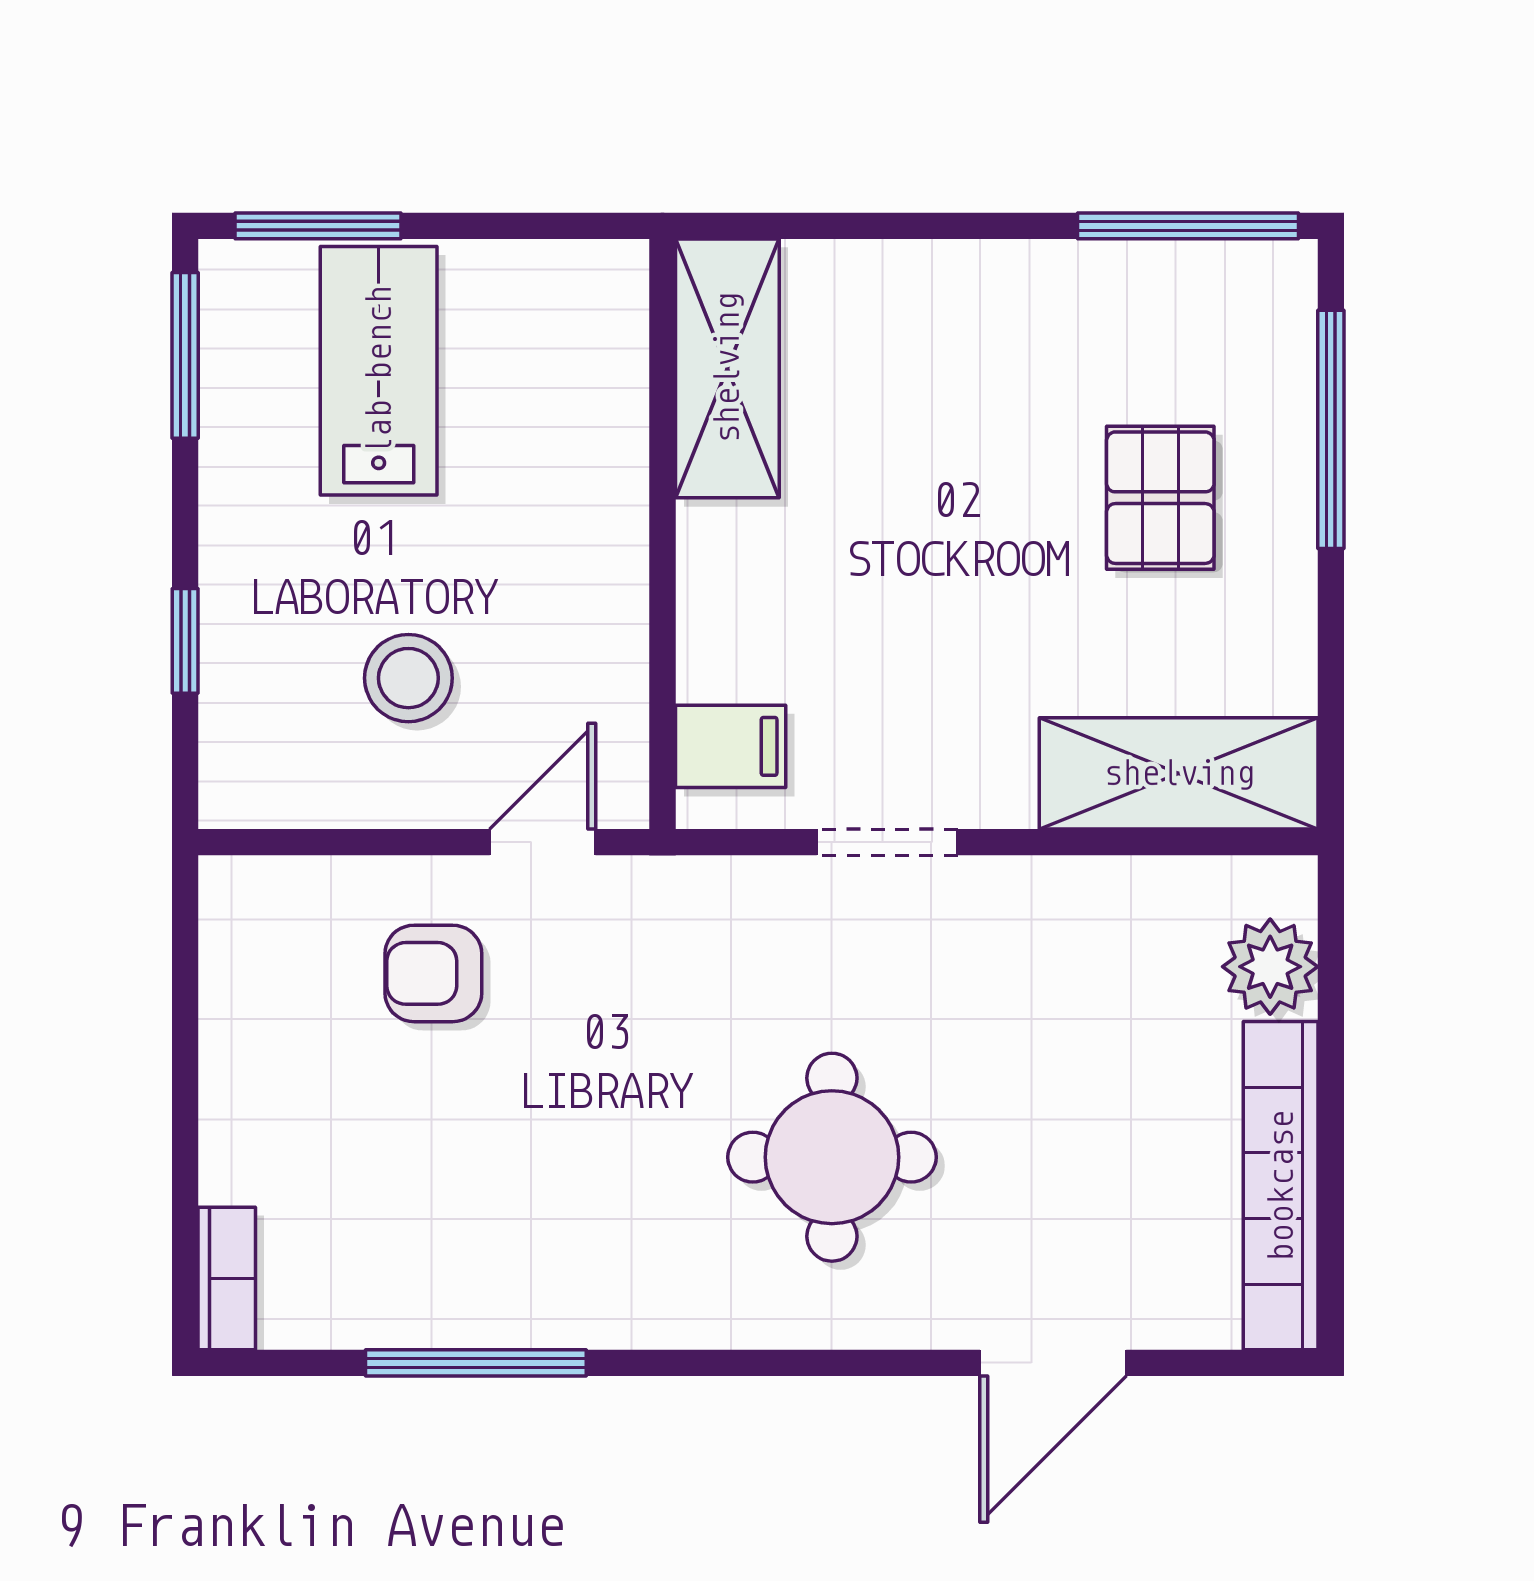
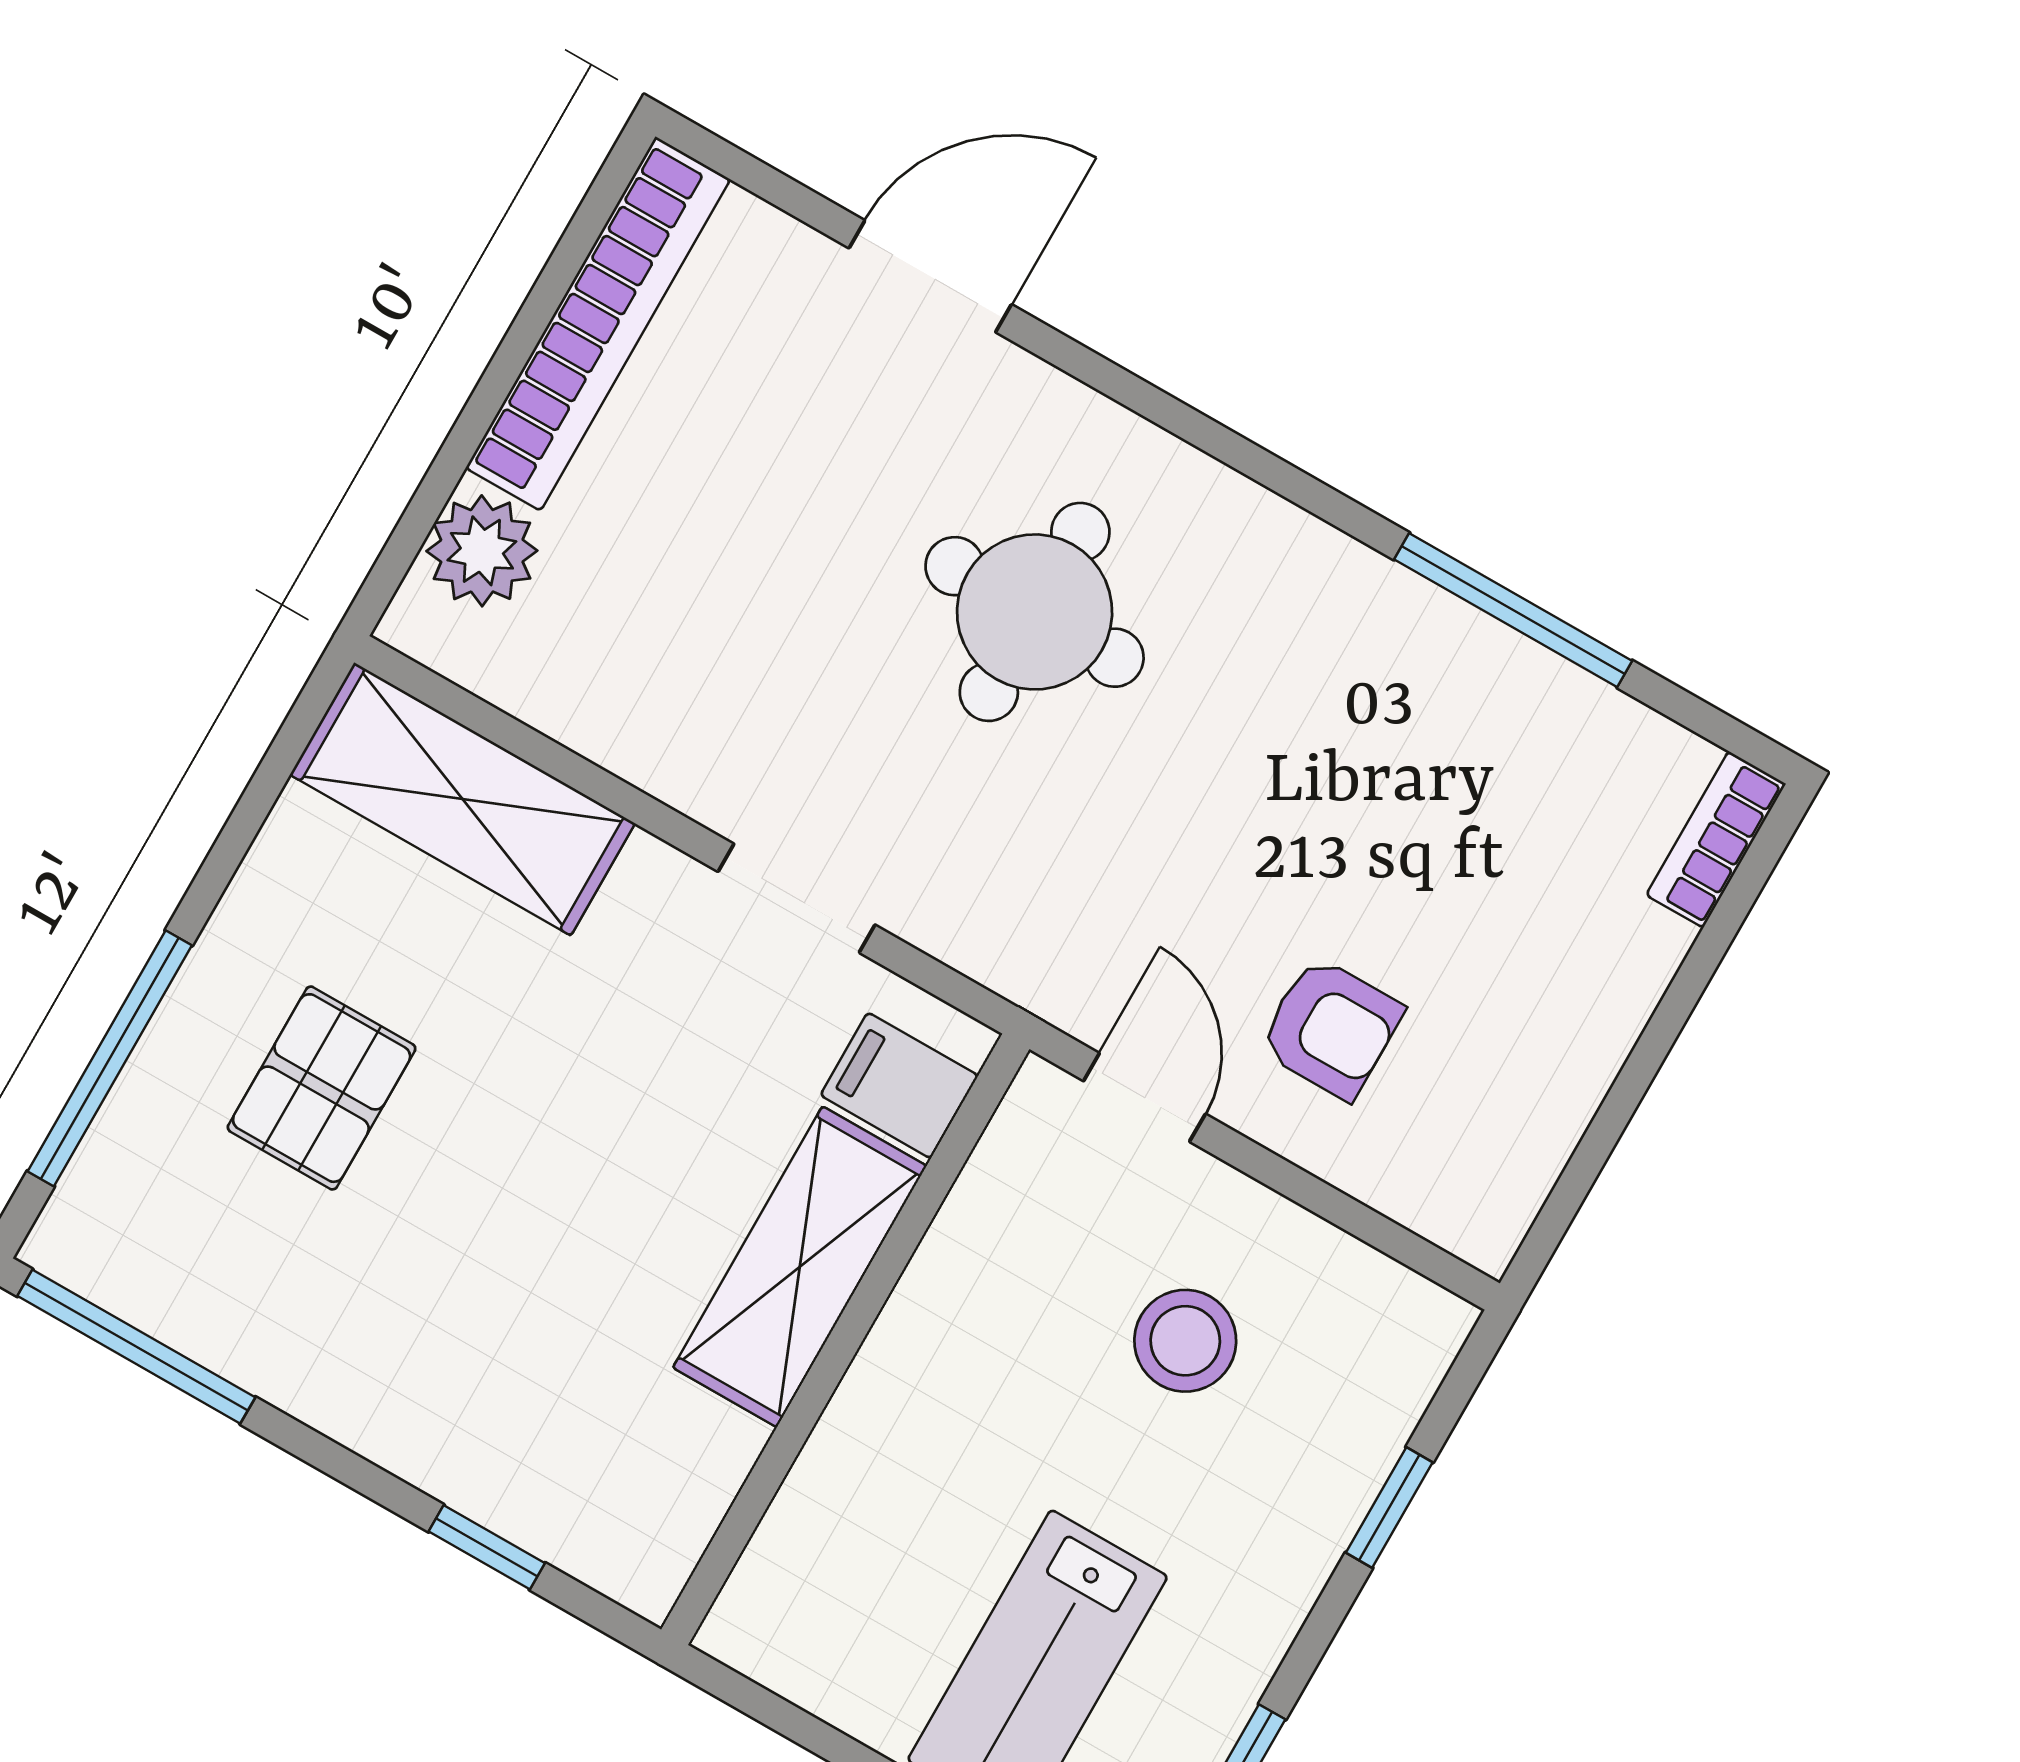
window: (841, 226) -> (487, 1547), added
shelving: (727, 368) -> (800, 1267), moved
door: (543, 842) -> (1144, 1097), swing flipped

